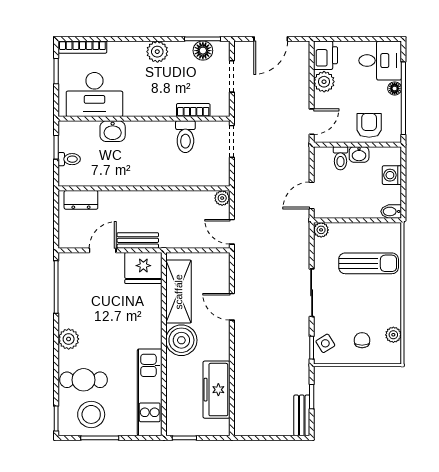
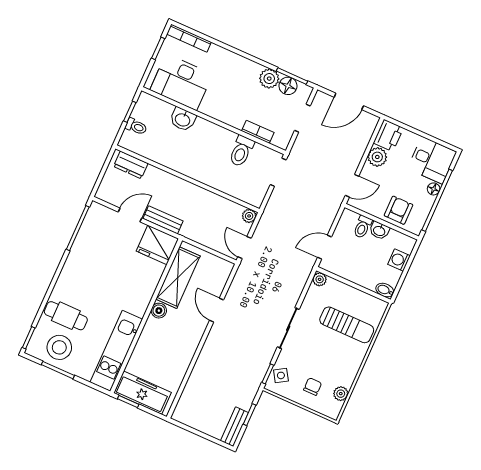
plant: (157, 52) -> (269, 79), moved
plant: (69, 339) -> (69, 276), removed
boiler: (181, 340) -> (159, 311), width x0.54, depth x0.54
freezer: (216, 390) -> (143, 393), moved, turned 90

